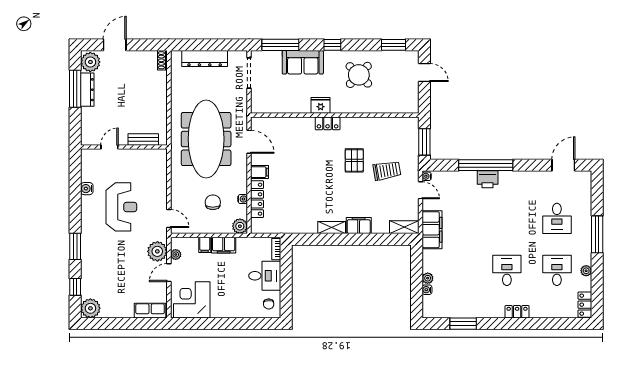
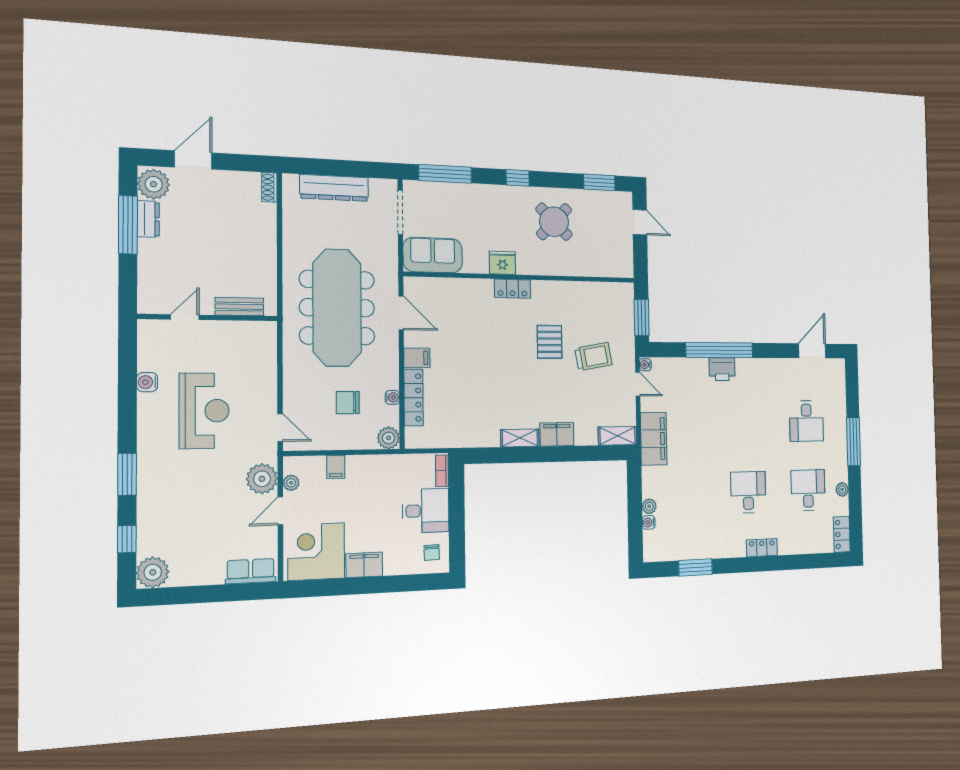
sofa: (303, 62) -> (433, 255), moved, turned 180
dresser: (87, 90) -> (148, 219), width x0.70
chair: (213, 202) -> (348, 403), turned -90
filing cabinet: (224, 245) -> (364, 565), moved, turned 180

